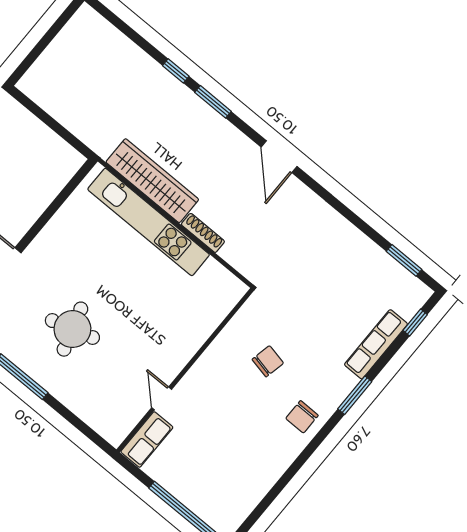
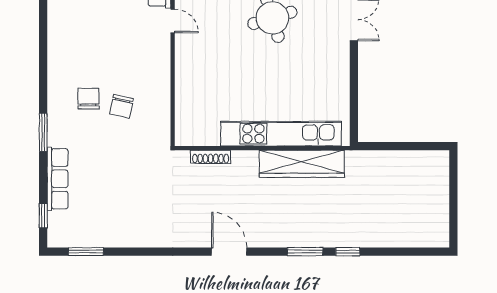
shoe rack: (203, 233) -> (211, 157), moved
chair: (302, 417) -> (88, 99), moved

